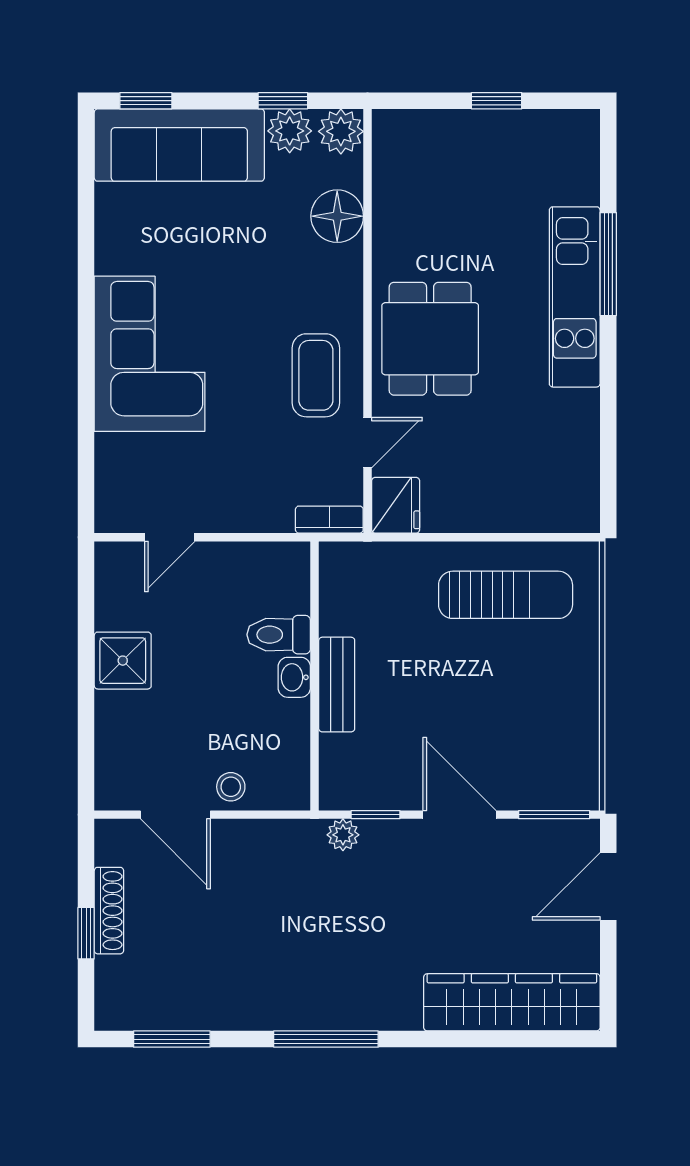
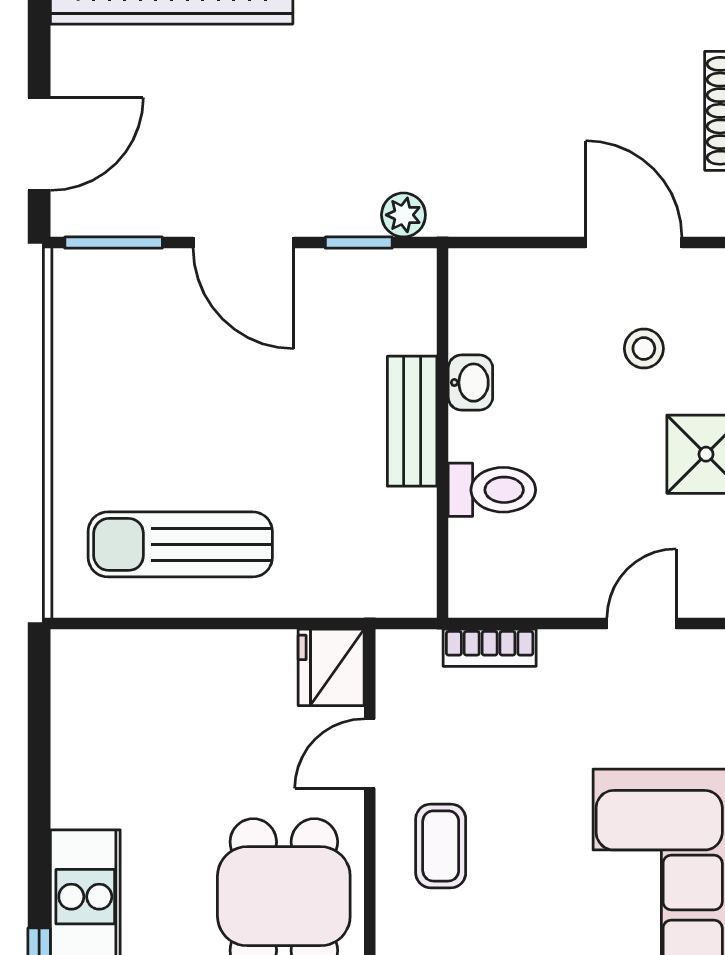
coffee table: (316, 375) -> (441, 846), width x0.73, depth x0.77
bookcase: (329, 520) -> (490, 648), moved
washbasin: (294, 677) -> (470, 383), moved
stool: (231, 787) -> (644, 348), moved

